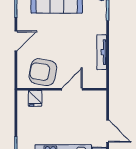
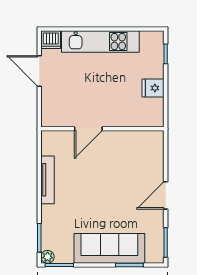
armchair: (43, 72) -> (128, 152), removed
fridge: (35, 98) -> (153, 88), moved, turned -90

